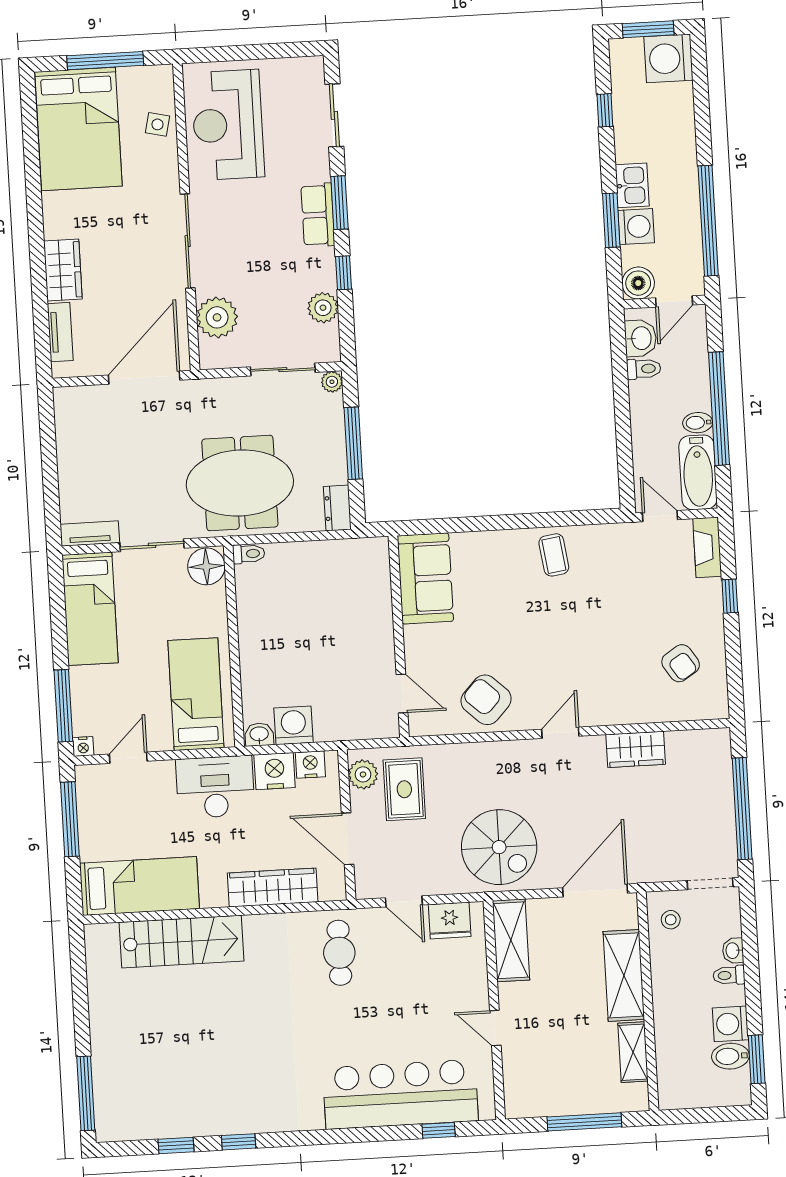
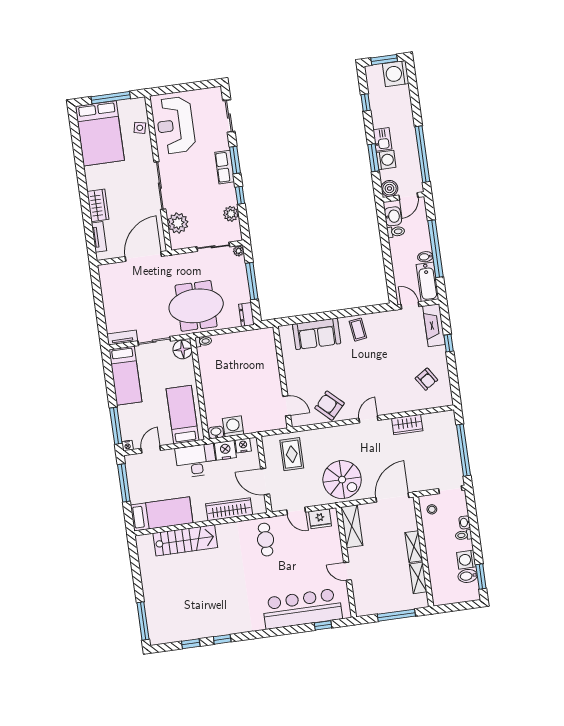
fireplace: (707, 547) -> (434, 325), width x1.37, depth x1.32
sofa: (425, 578) -> (317, 334), moved, turned 90
plant: (363, 774) -> (270, 448), removed
shelving: (624, 975) -> (414, 547), width x0.67, depth x0.75

